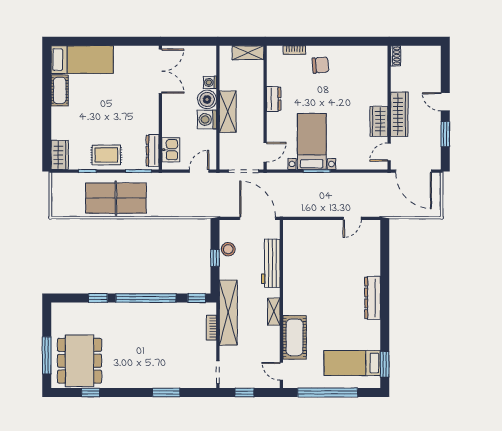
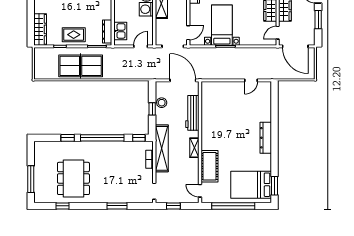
wardrobe: (60, 155) -> (40, 29), width x1.50
dining table: (80, 361) -> (73, 178), moved
bed: (352, 363) -> (251, 185), width x1.50

